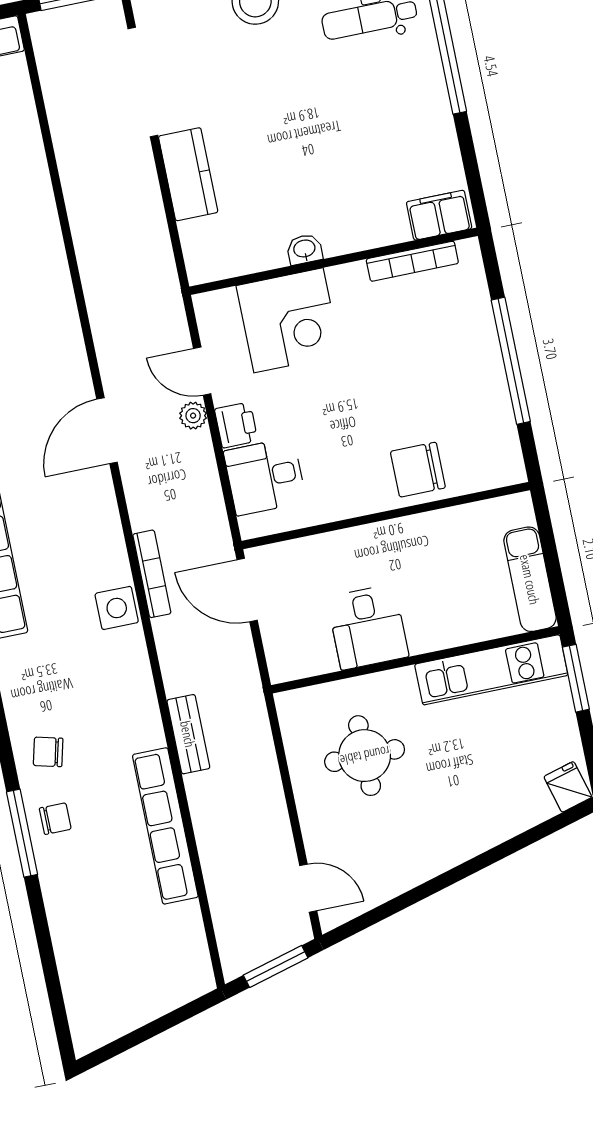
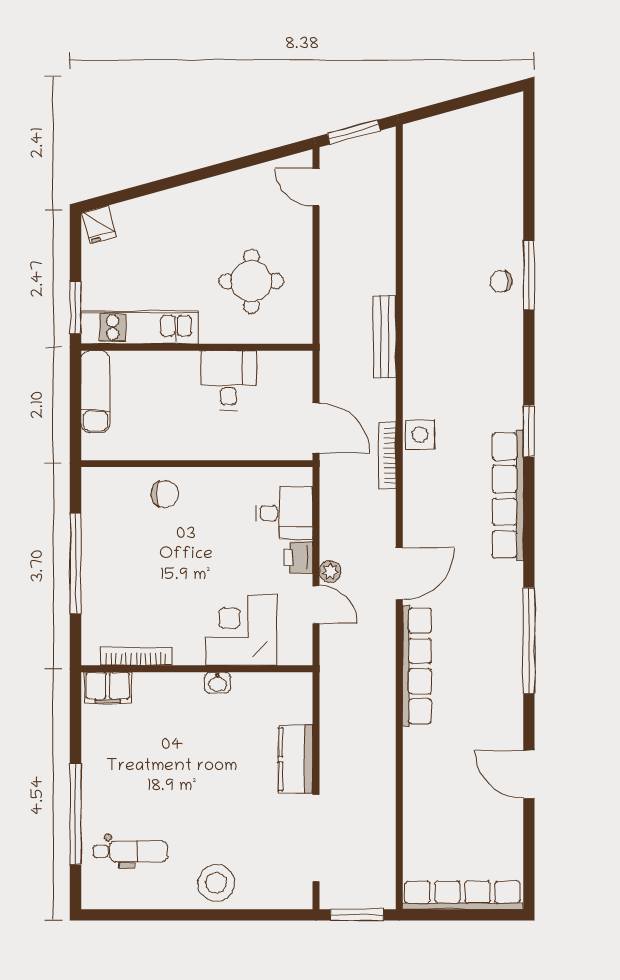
chair: (418, 470) -> (165, 494), width x0.73, depth x0.73
bench: (188, 734) -> (384, 337), width x1.36
chair: (48, 752) -> (496, 334), removed
row of seats: (165, 826) -> (417, 666), moved

